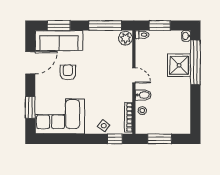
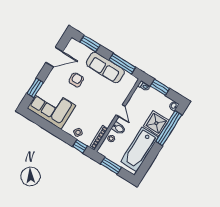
plant: (125, 38) -> (131, 81), removed
sofa: (59, 41) -> (105, 67), moved
bathtub: (179, 103) -> (139, 149), added

